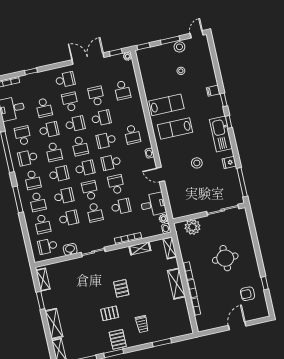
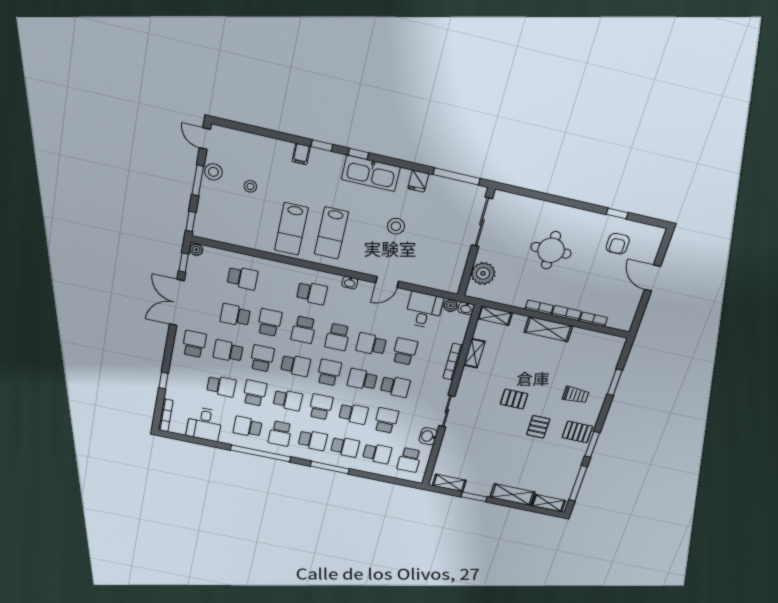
lab bench: (166, 105) -> (291, 229), turned 180
school desk: (64, 196) -> (354, 414), turned 90

